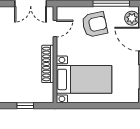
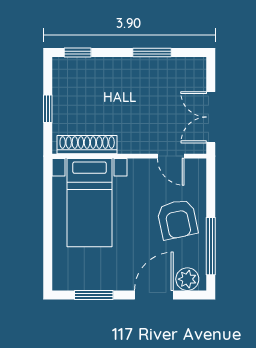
shoe rack: (48, 64) -> (87, 145), moved

